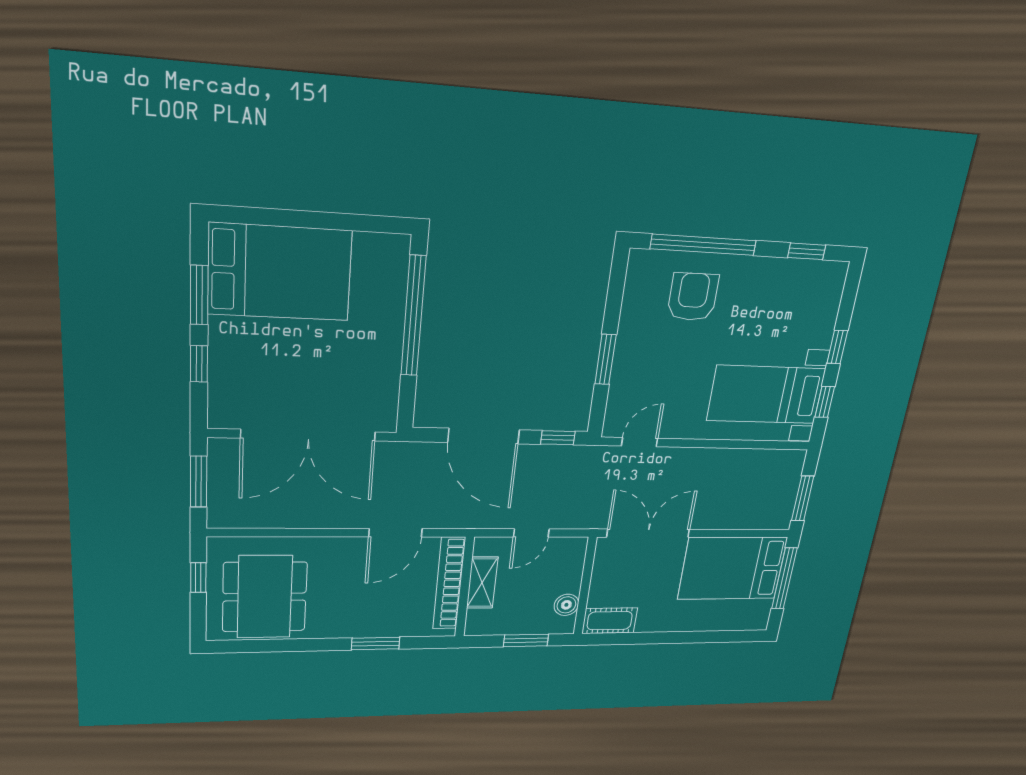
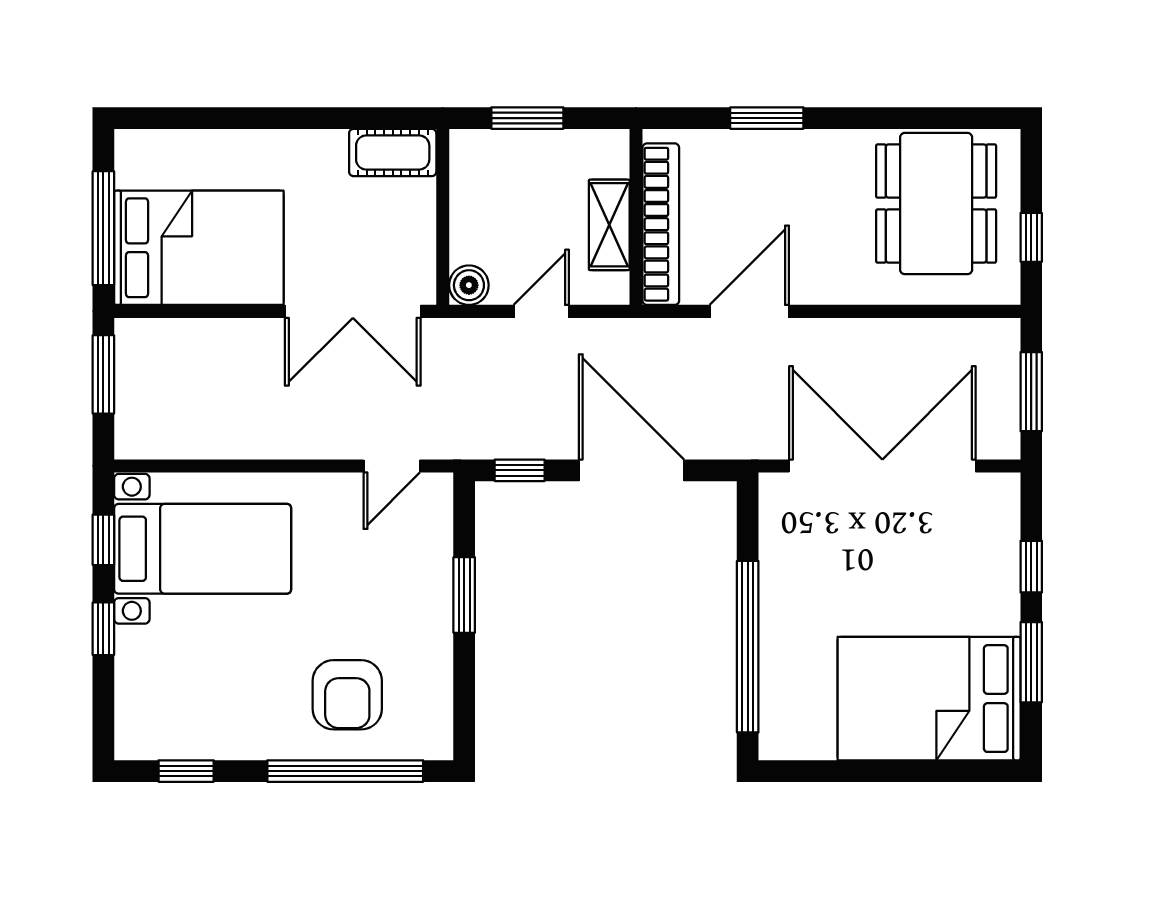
boiler: (566, 605) -> (469, 285), moved

